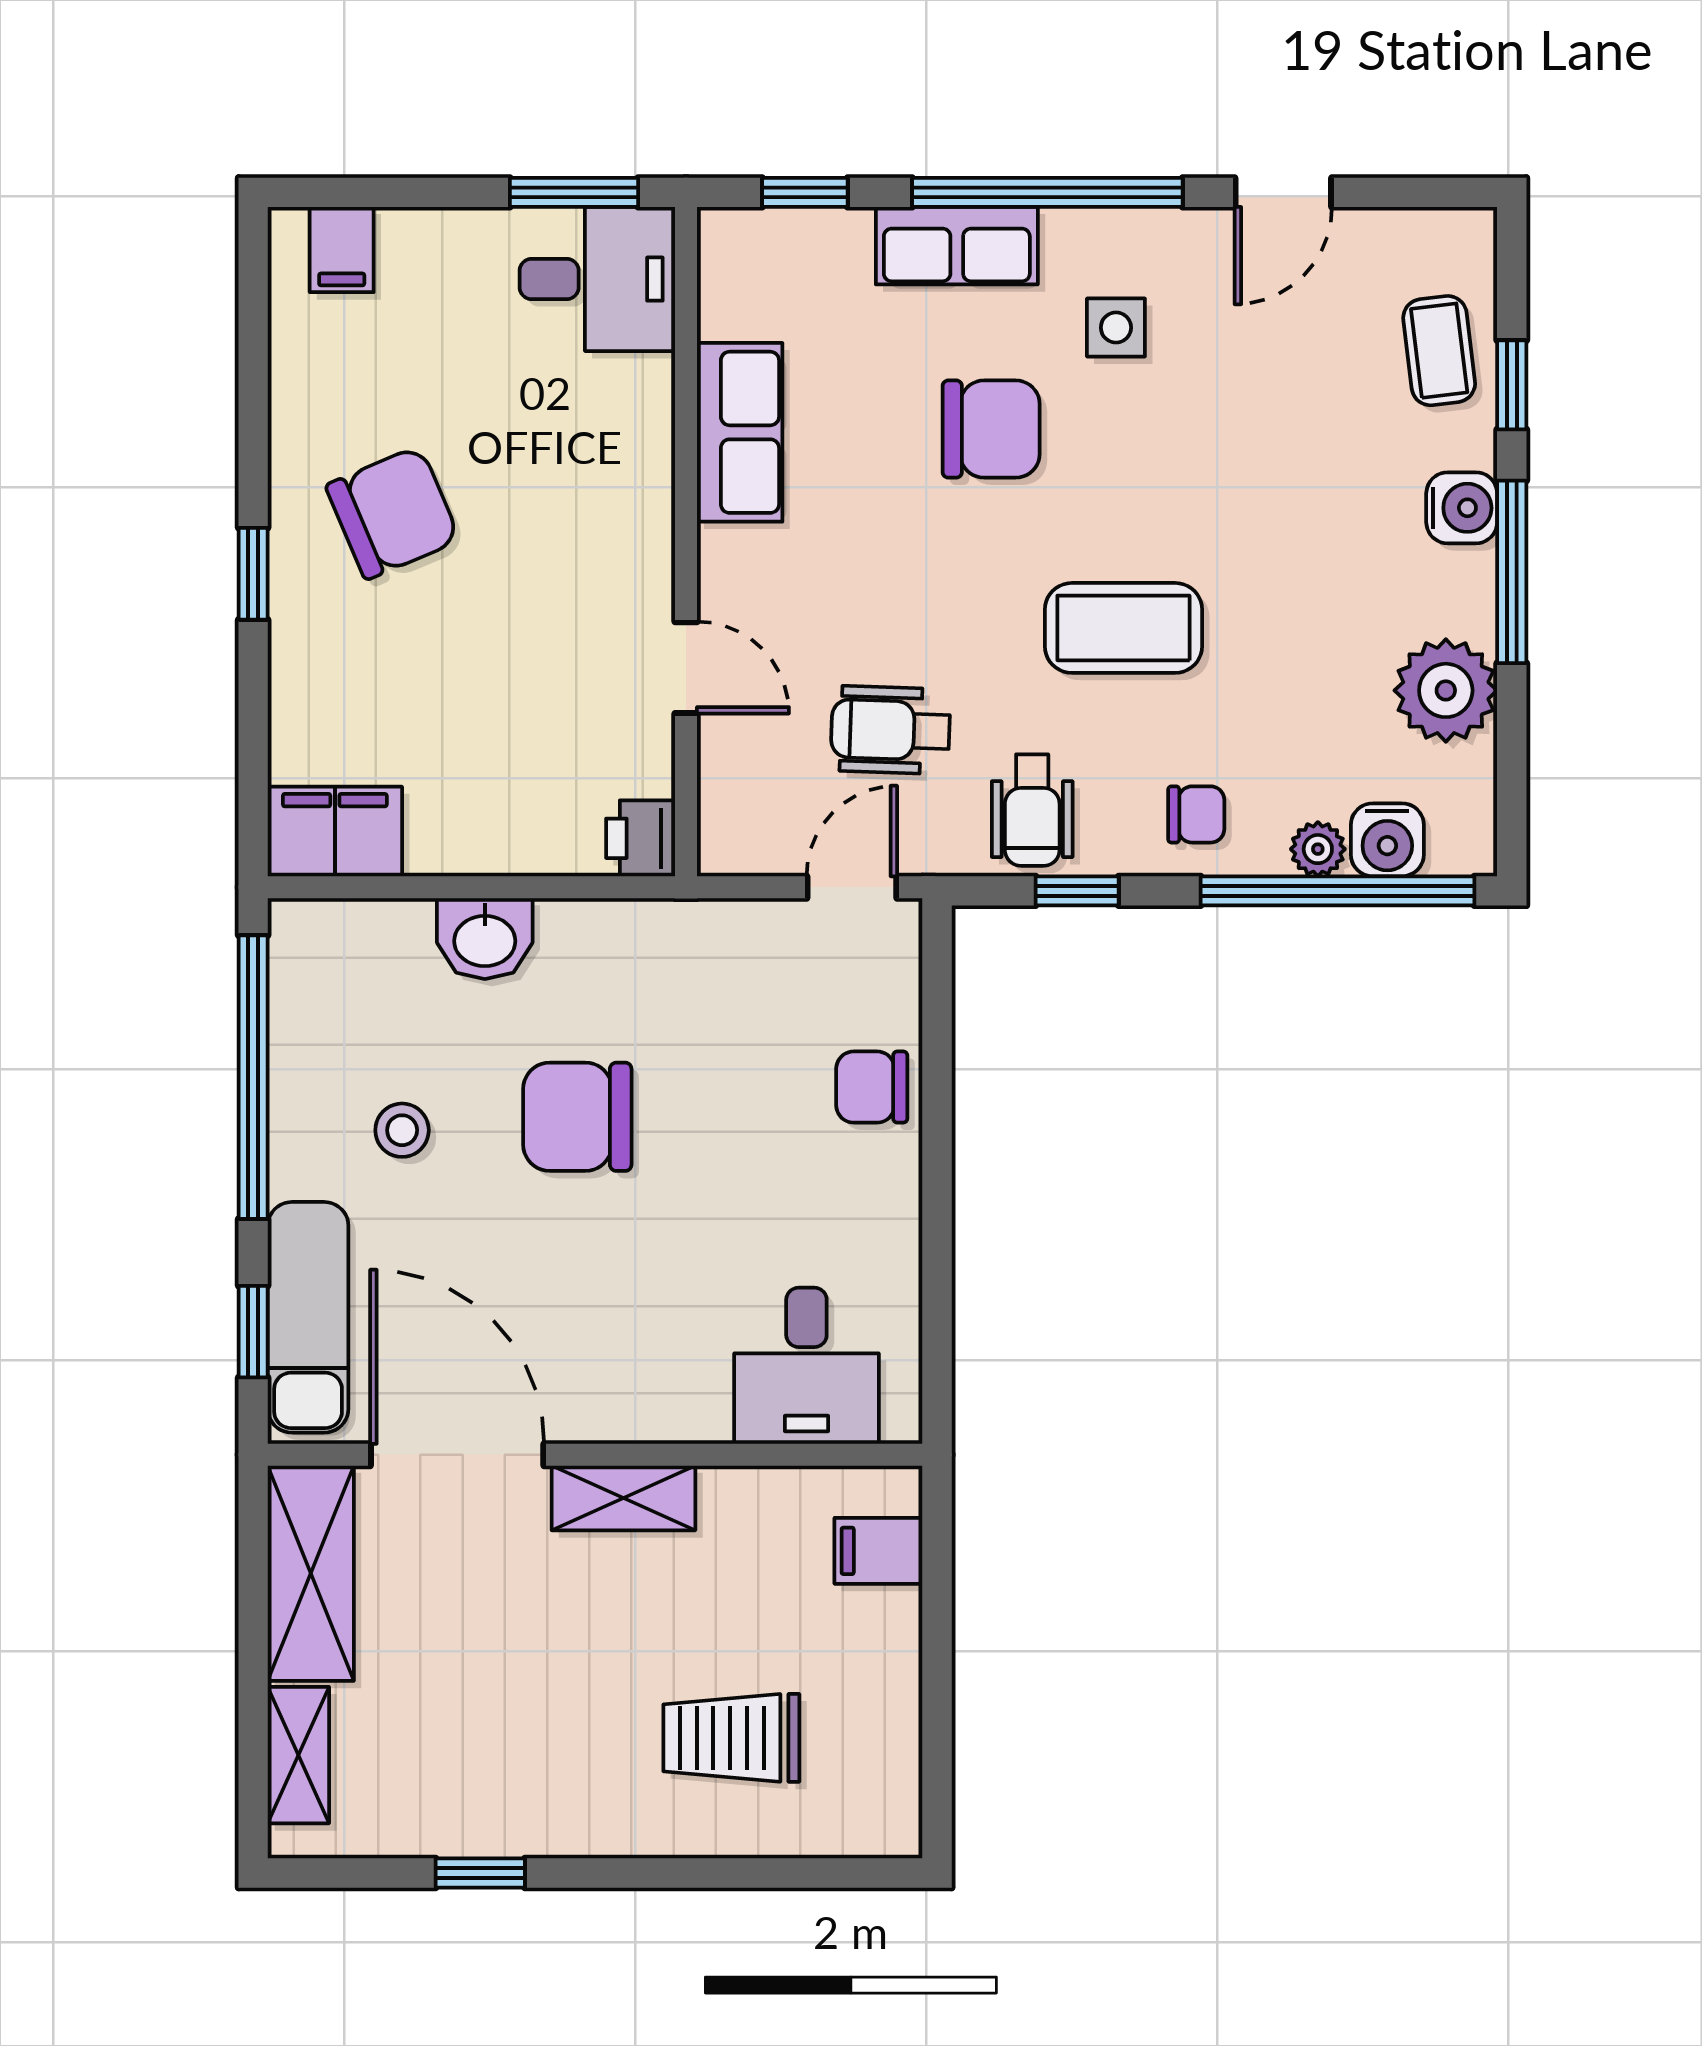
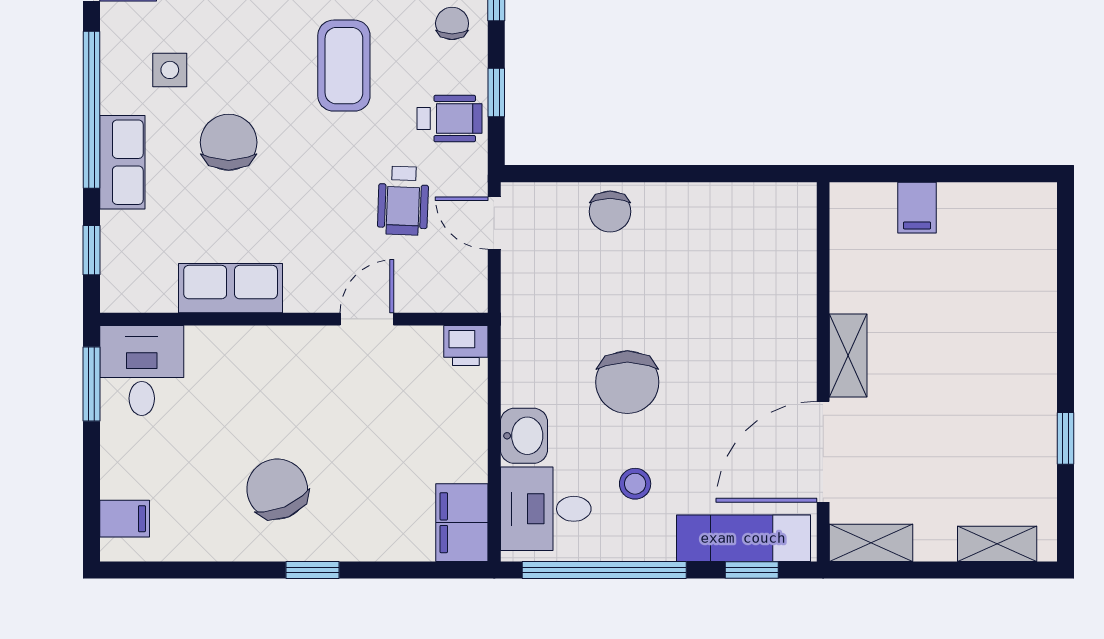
desk: (806, 1366) -> (546, 509), moved, turned 180
filing cabinet: (878, 1551) -> (917, 208), moved
shelving: (311, 1573) -> (871, 543), width x0.67, depth x0.75
trolley: (731, 1738) -> (987, 293), removed

